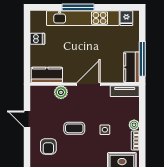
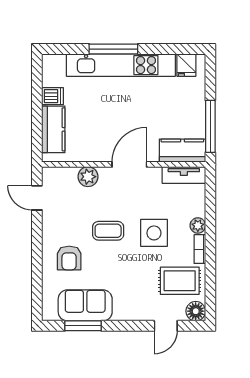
kitchen counter: (131, 67) -> (182, 151), moved, turned 90
kitchen counter: (47, 75) -> (53, 129), moved, turned 90
door: (27, 119) -> (37, 198), moved
side table: (105, 130) -> (154, 233), width x1.87, depth x1.87

